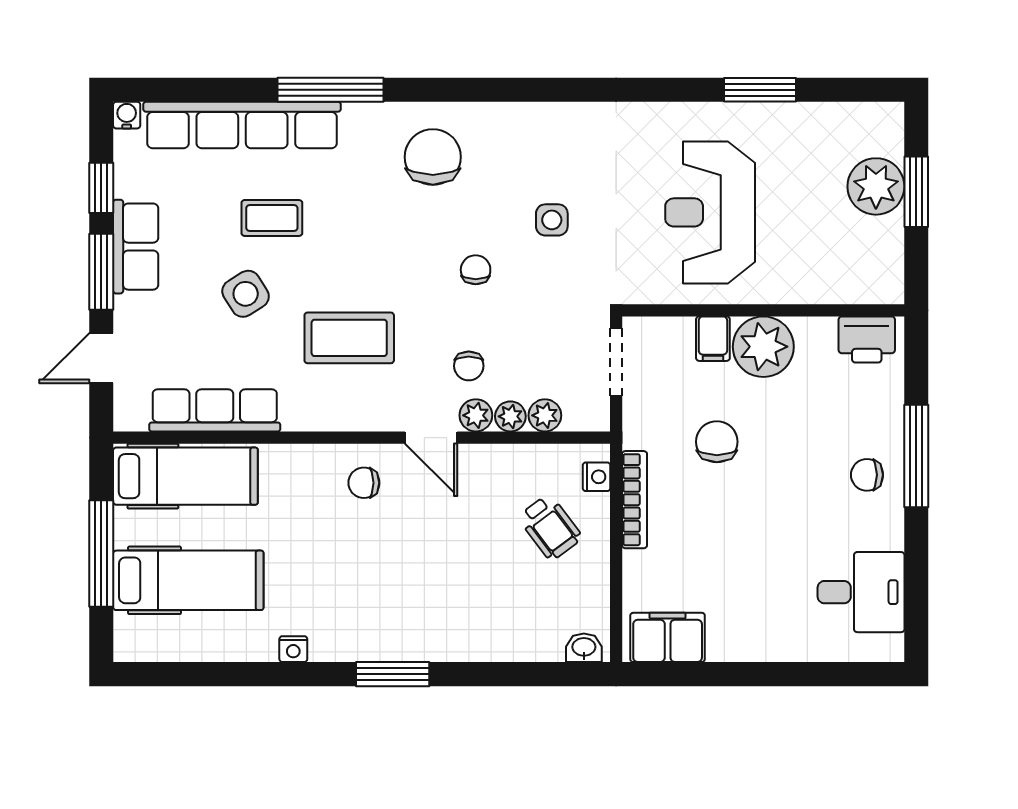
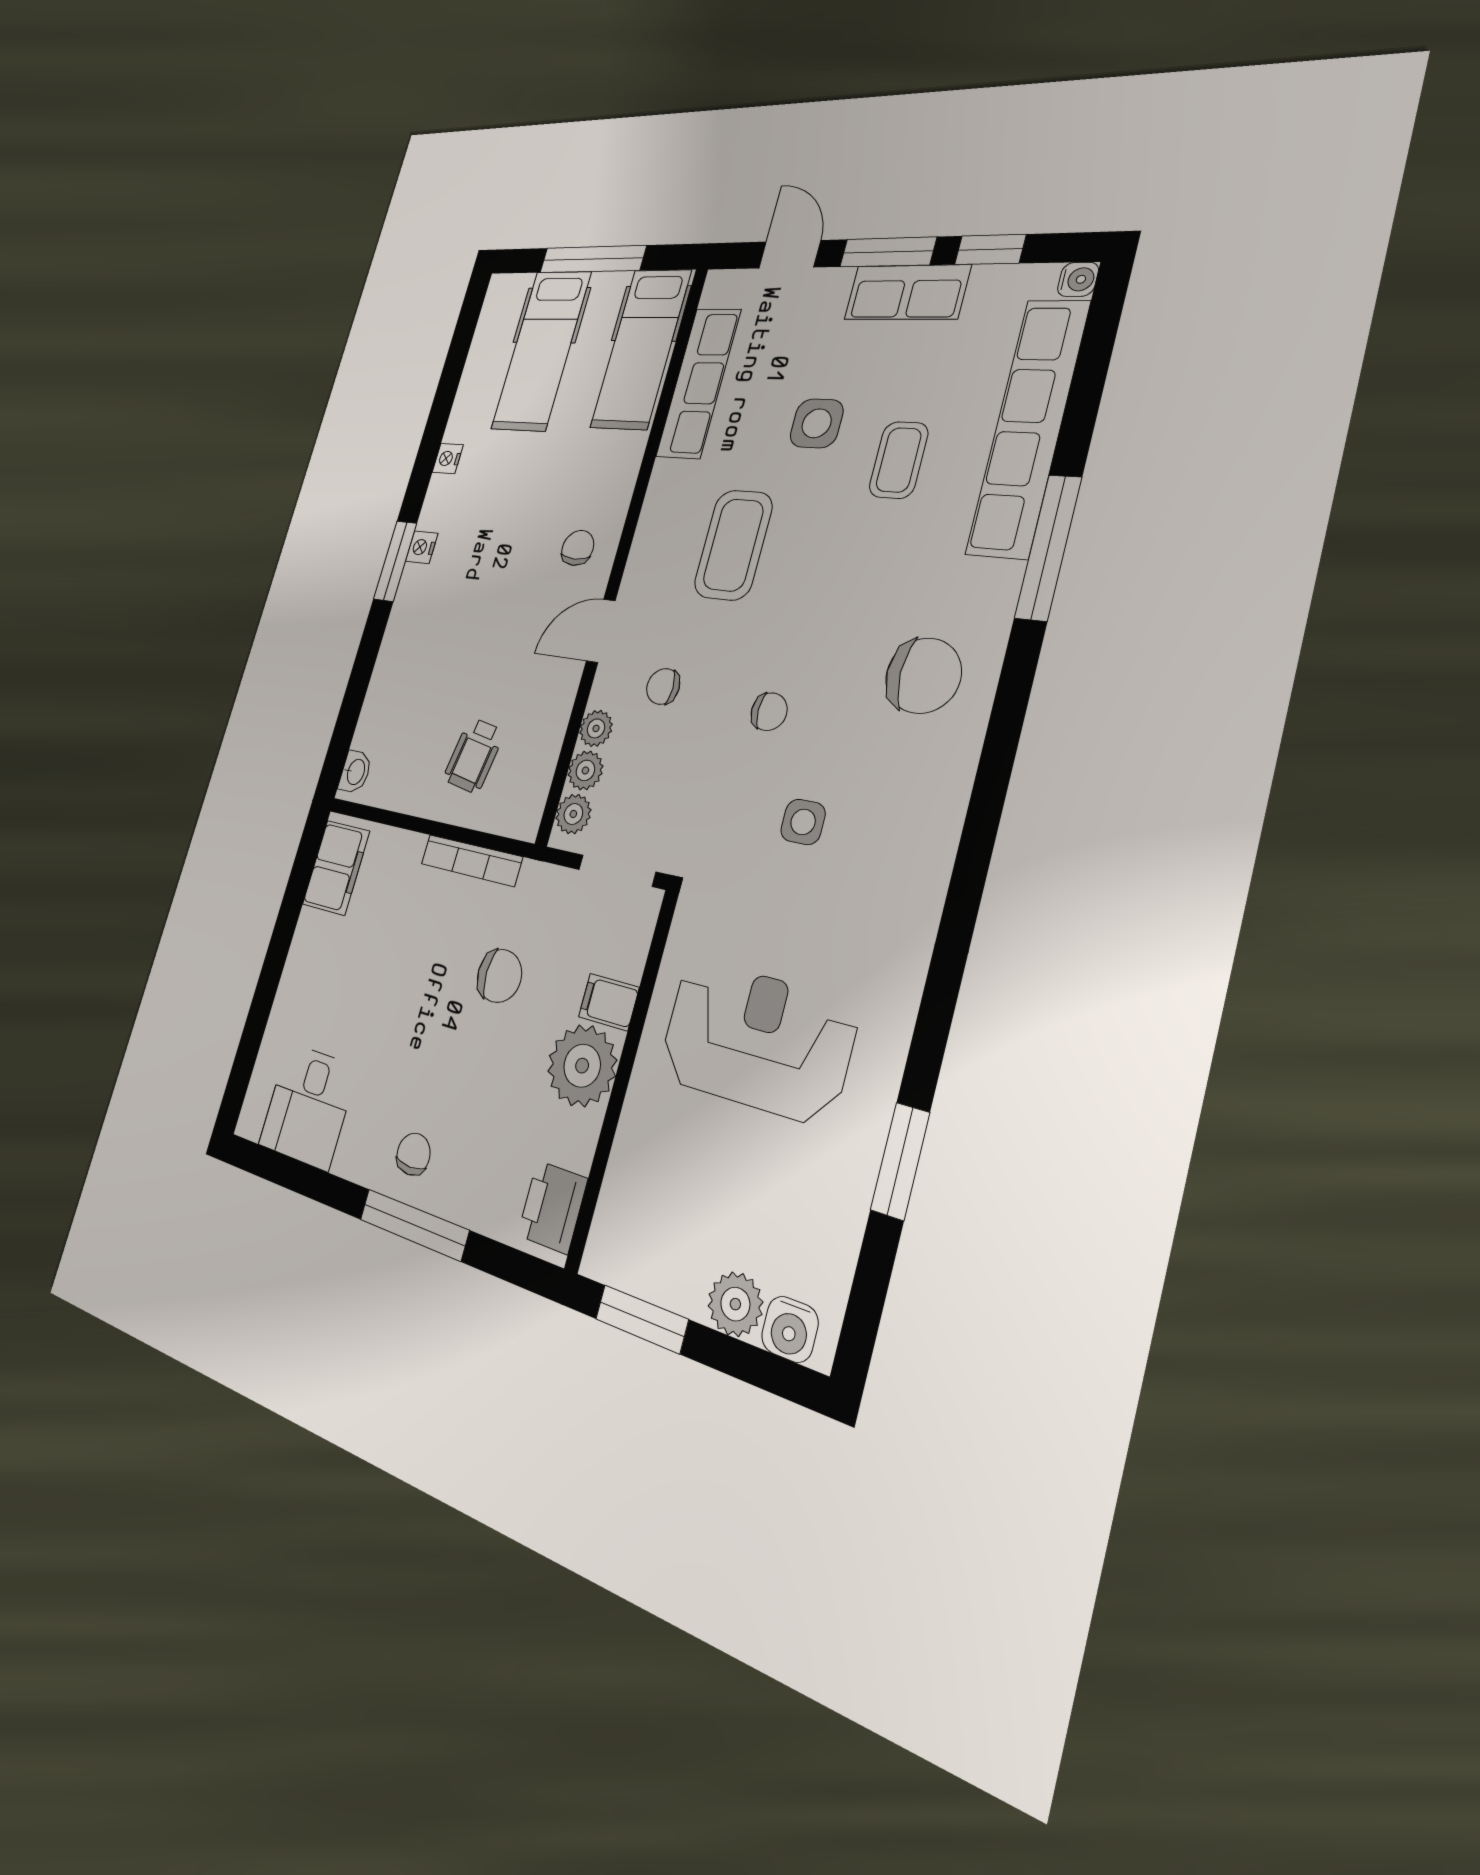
water cooler: (886, 136) -> (790, 1329), added
plant: (876, 186) -> (735, 1304), width x0.73, depth x0.73
window: (916, 192) -> (642, 1319), moved
side table: (246, 294) -> (817, 423), turned 32
plant: (476, 415) -> (573, 814), moved
nightstand: (596, 477) -> (422, 547), moved, turned 90
wheelchair: (550, 527) -> (474, 755), turned -43

